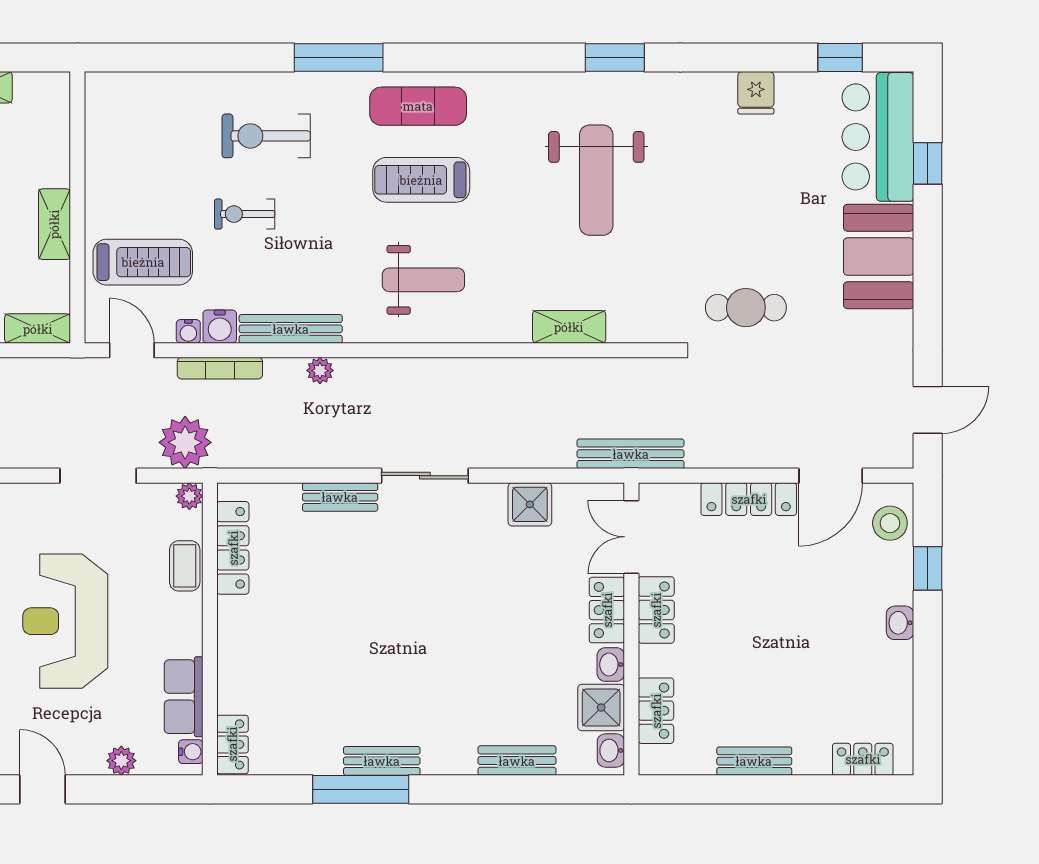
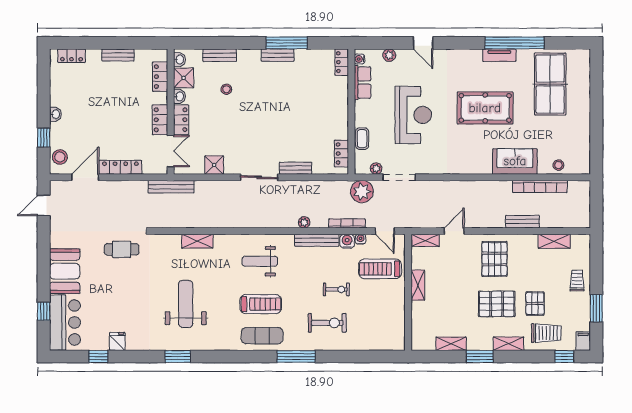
window: (840, 58) -> (98, 357), moved
plant: (189, 496) -> (376, 169), moved
locker: (233, 548) -> (341, 154), width x0.66
stool: (501, 681) -> (226, 89), added

